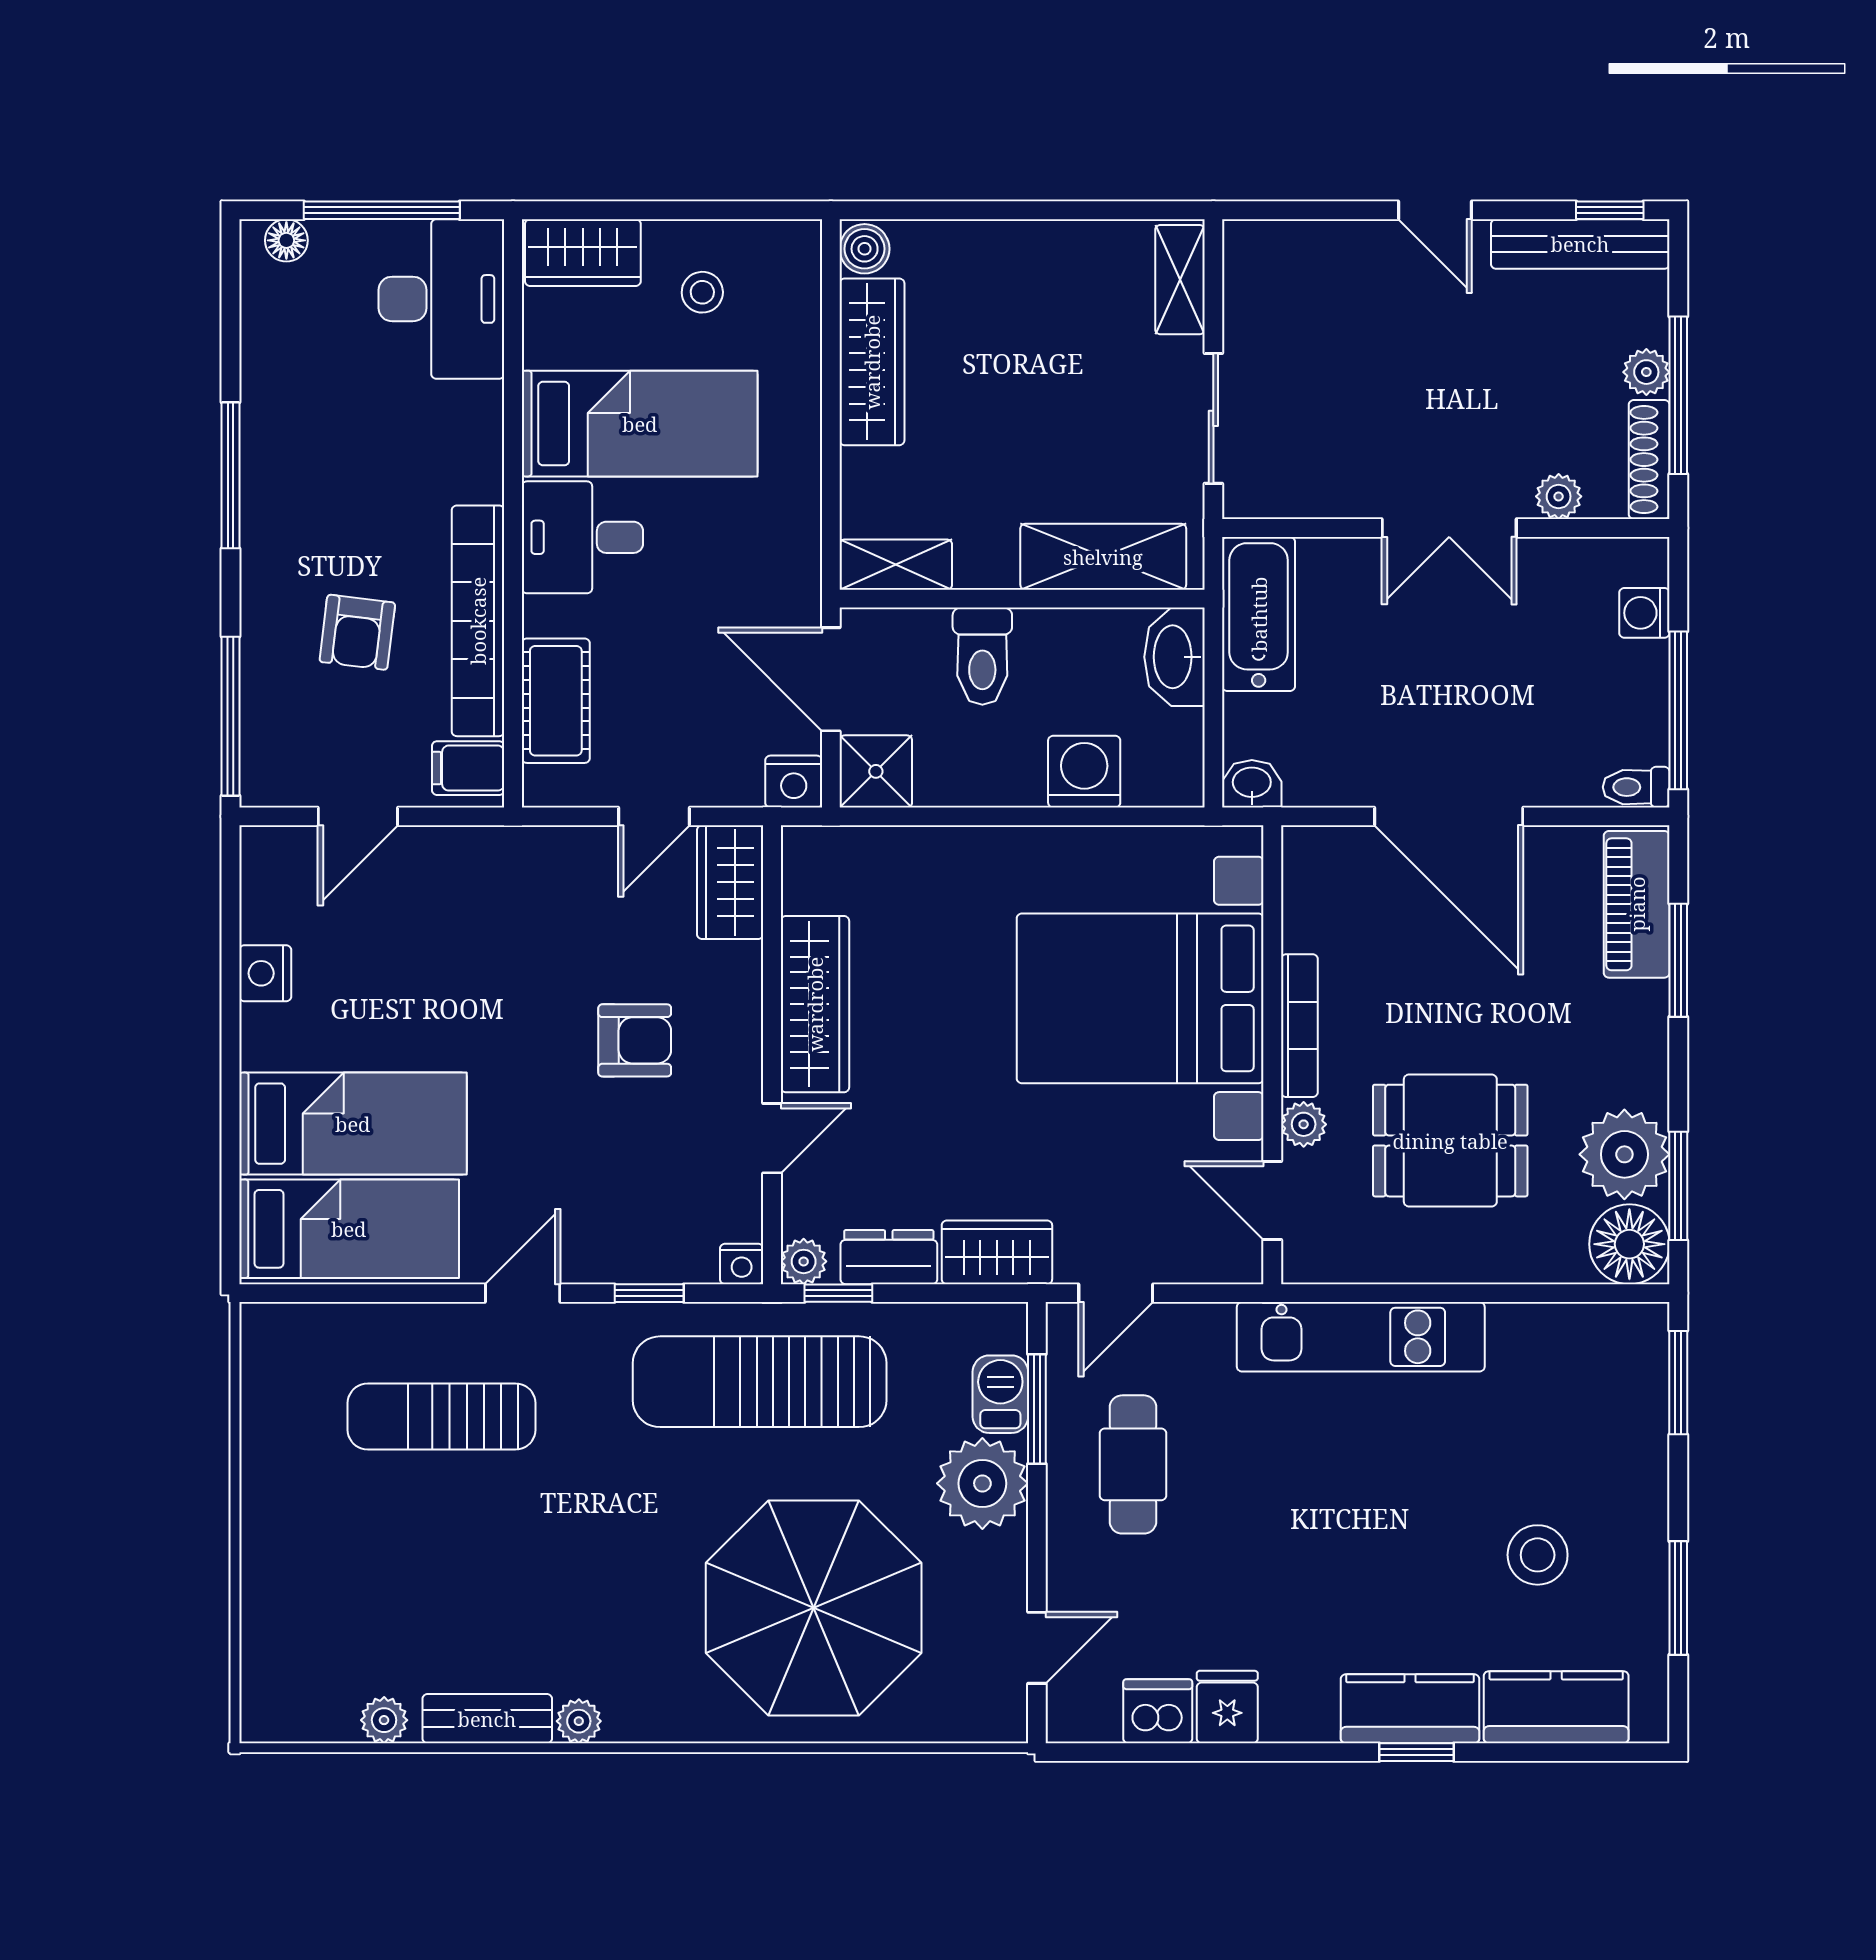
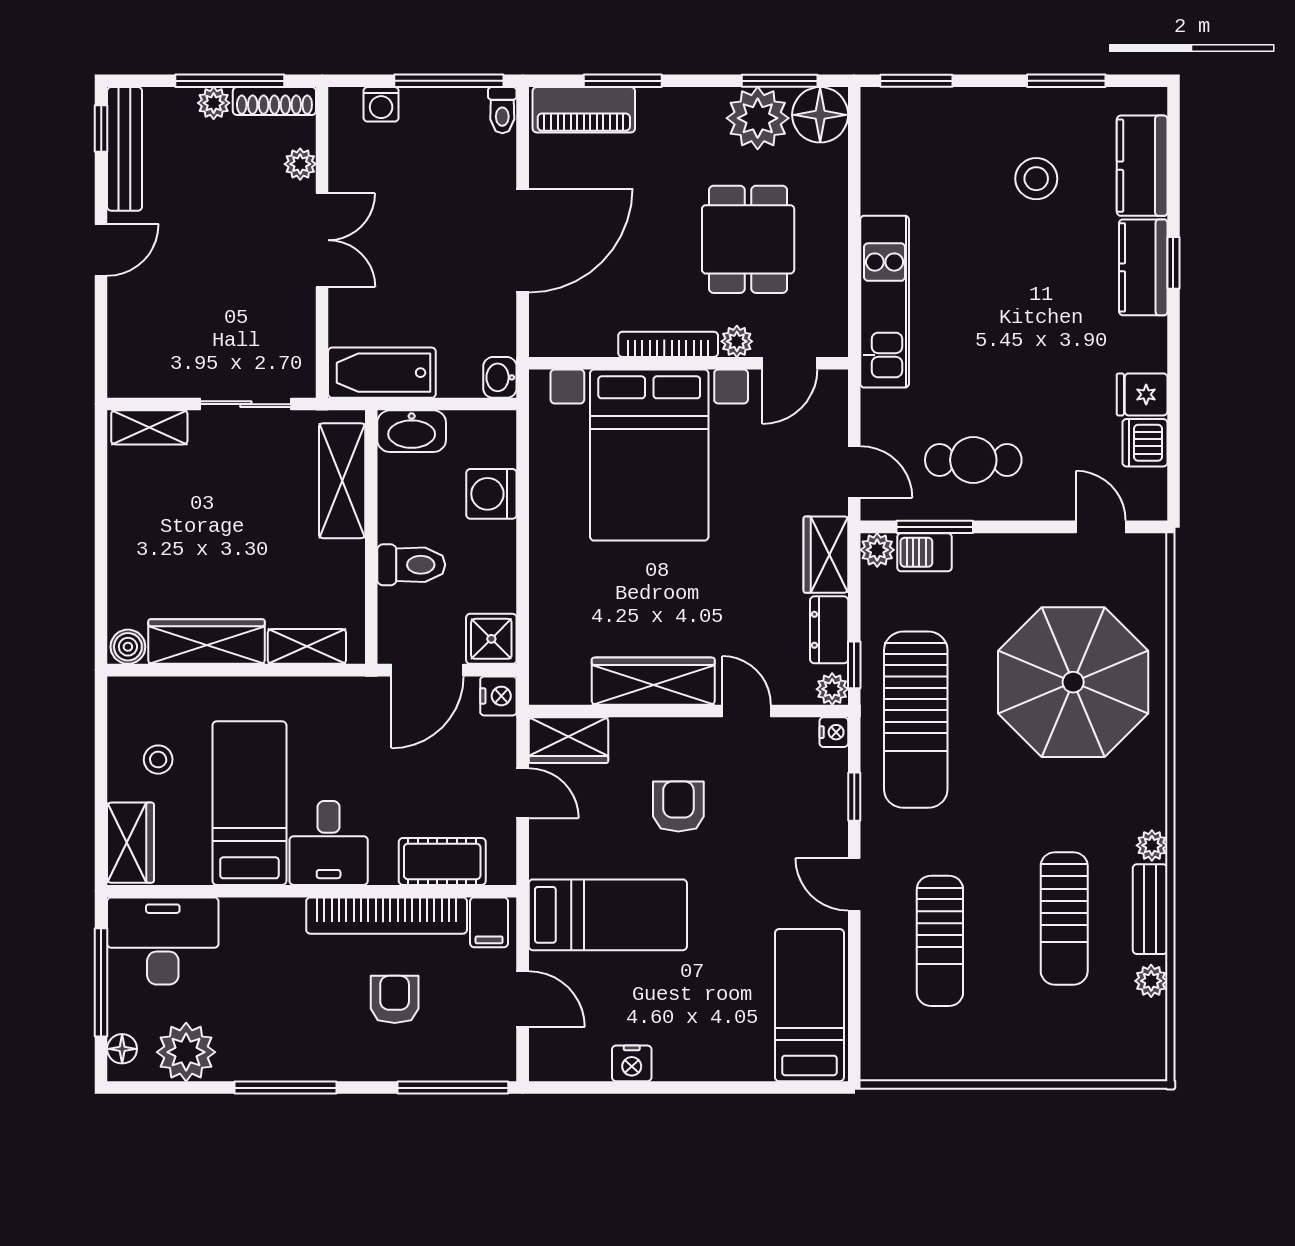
plant: (282, 332) -> (186, 1052), added
shelving: (896, 565) -> (307, 646), moved, turned 90
armchair: (357, 632) -> (395, 999), turned -97
bed: (353, 1124) -> (608, 915), moved, turned 90
plant: (982, 1483) -> (877, 550), moved, width x0.53, depth x0.53
sun lounger: (474, 1595) -> (1064, 918), added

